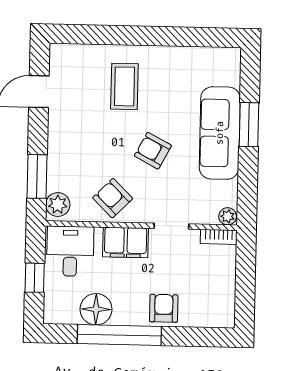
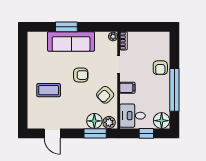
armchair: (153, 151) -> (81, 75), turned -118
floor lamp: (61, 176) -> (94, 121), added
filing cabinet: (126, 242) -> (127, 88), width x0.50
armchair: (164, 308) -> (160, 68), turned -90
floor lamp: (96, 309) -> (162, 121), moved

